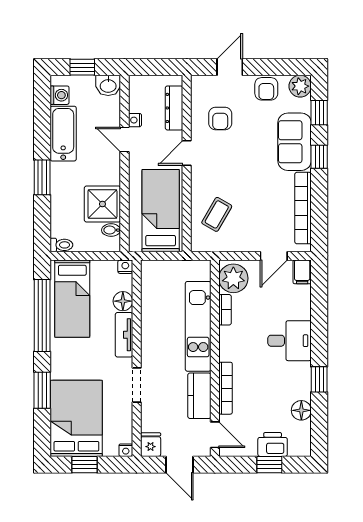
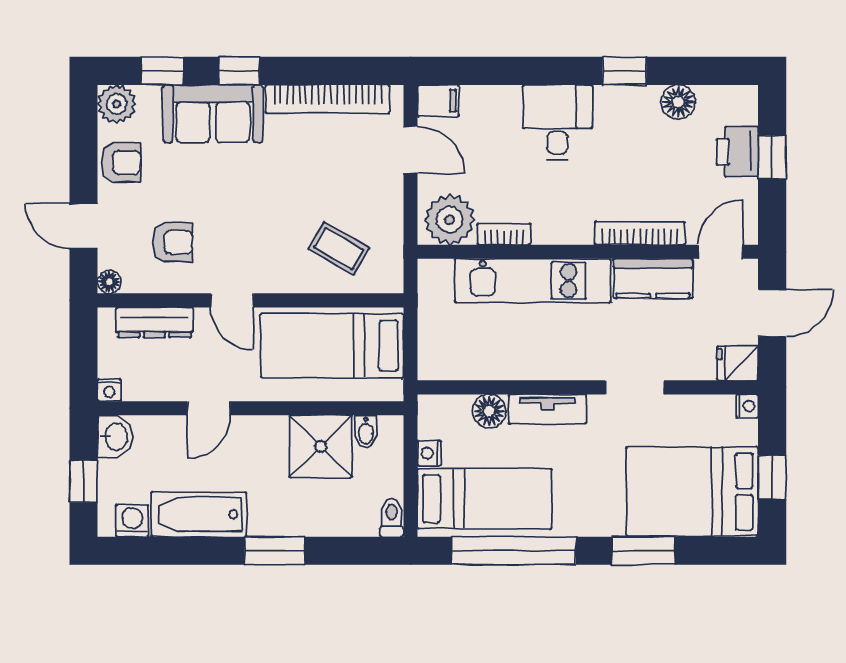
floor lamp: (198, 82) -> (109, 282), added
nightstand: (135, 120) -> (109, 390), moved
nightstand: (125, 267) -> (429, 453), moved

